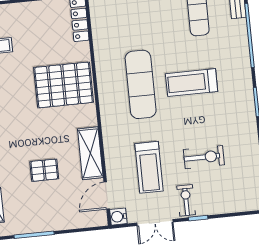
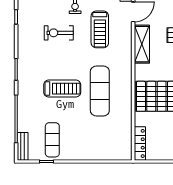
treadmill: (149, 167) -> (100, 29), turned 180

